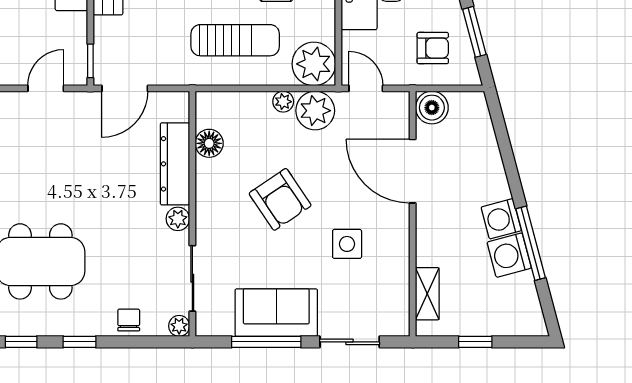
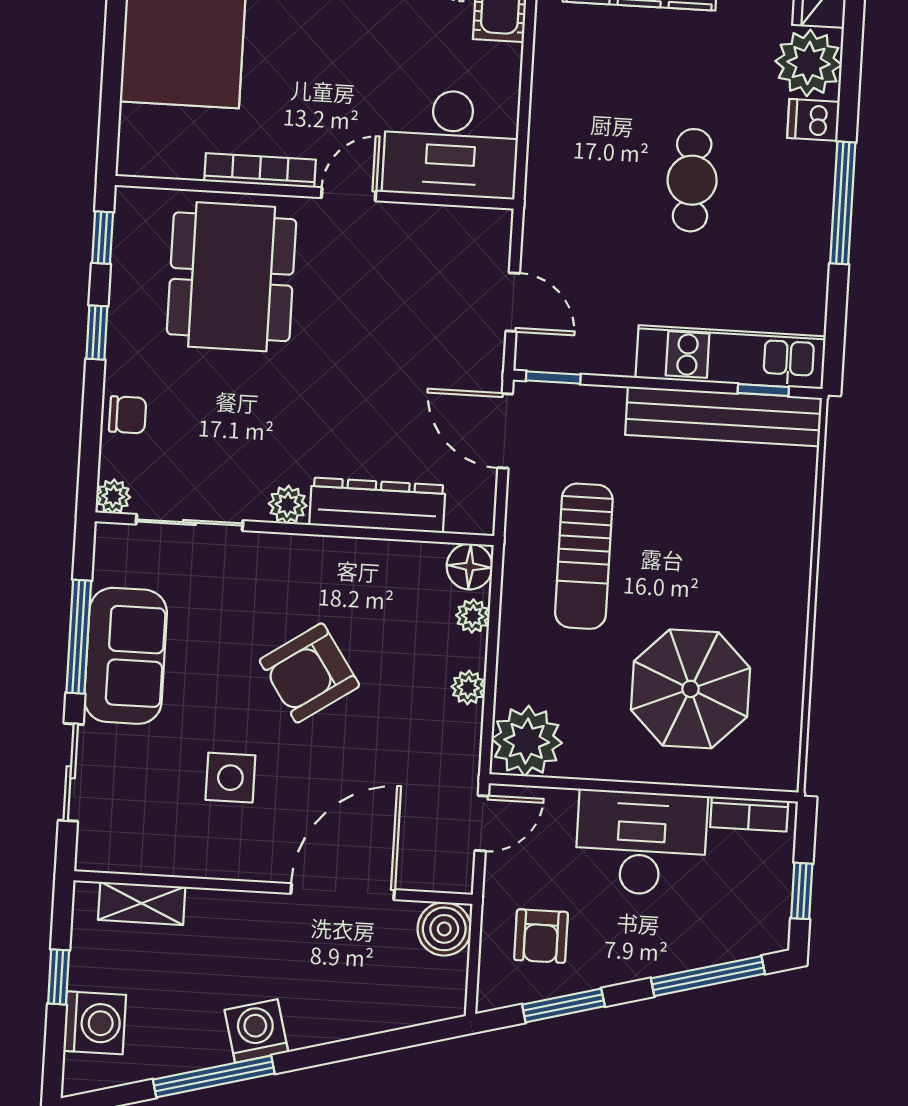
sun lounger: (235, 40) -> (584, 556), moved
plant: (315, 111) -> (473, 616), moved, width x0.53, depth x0.53
floor lamp: (209, 143) -> (470, 567), moved
washing machine: (509, 255) -> (95, 1023), moved, turned 105

